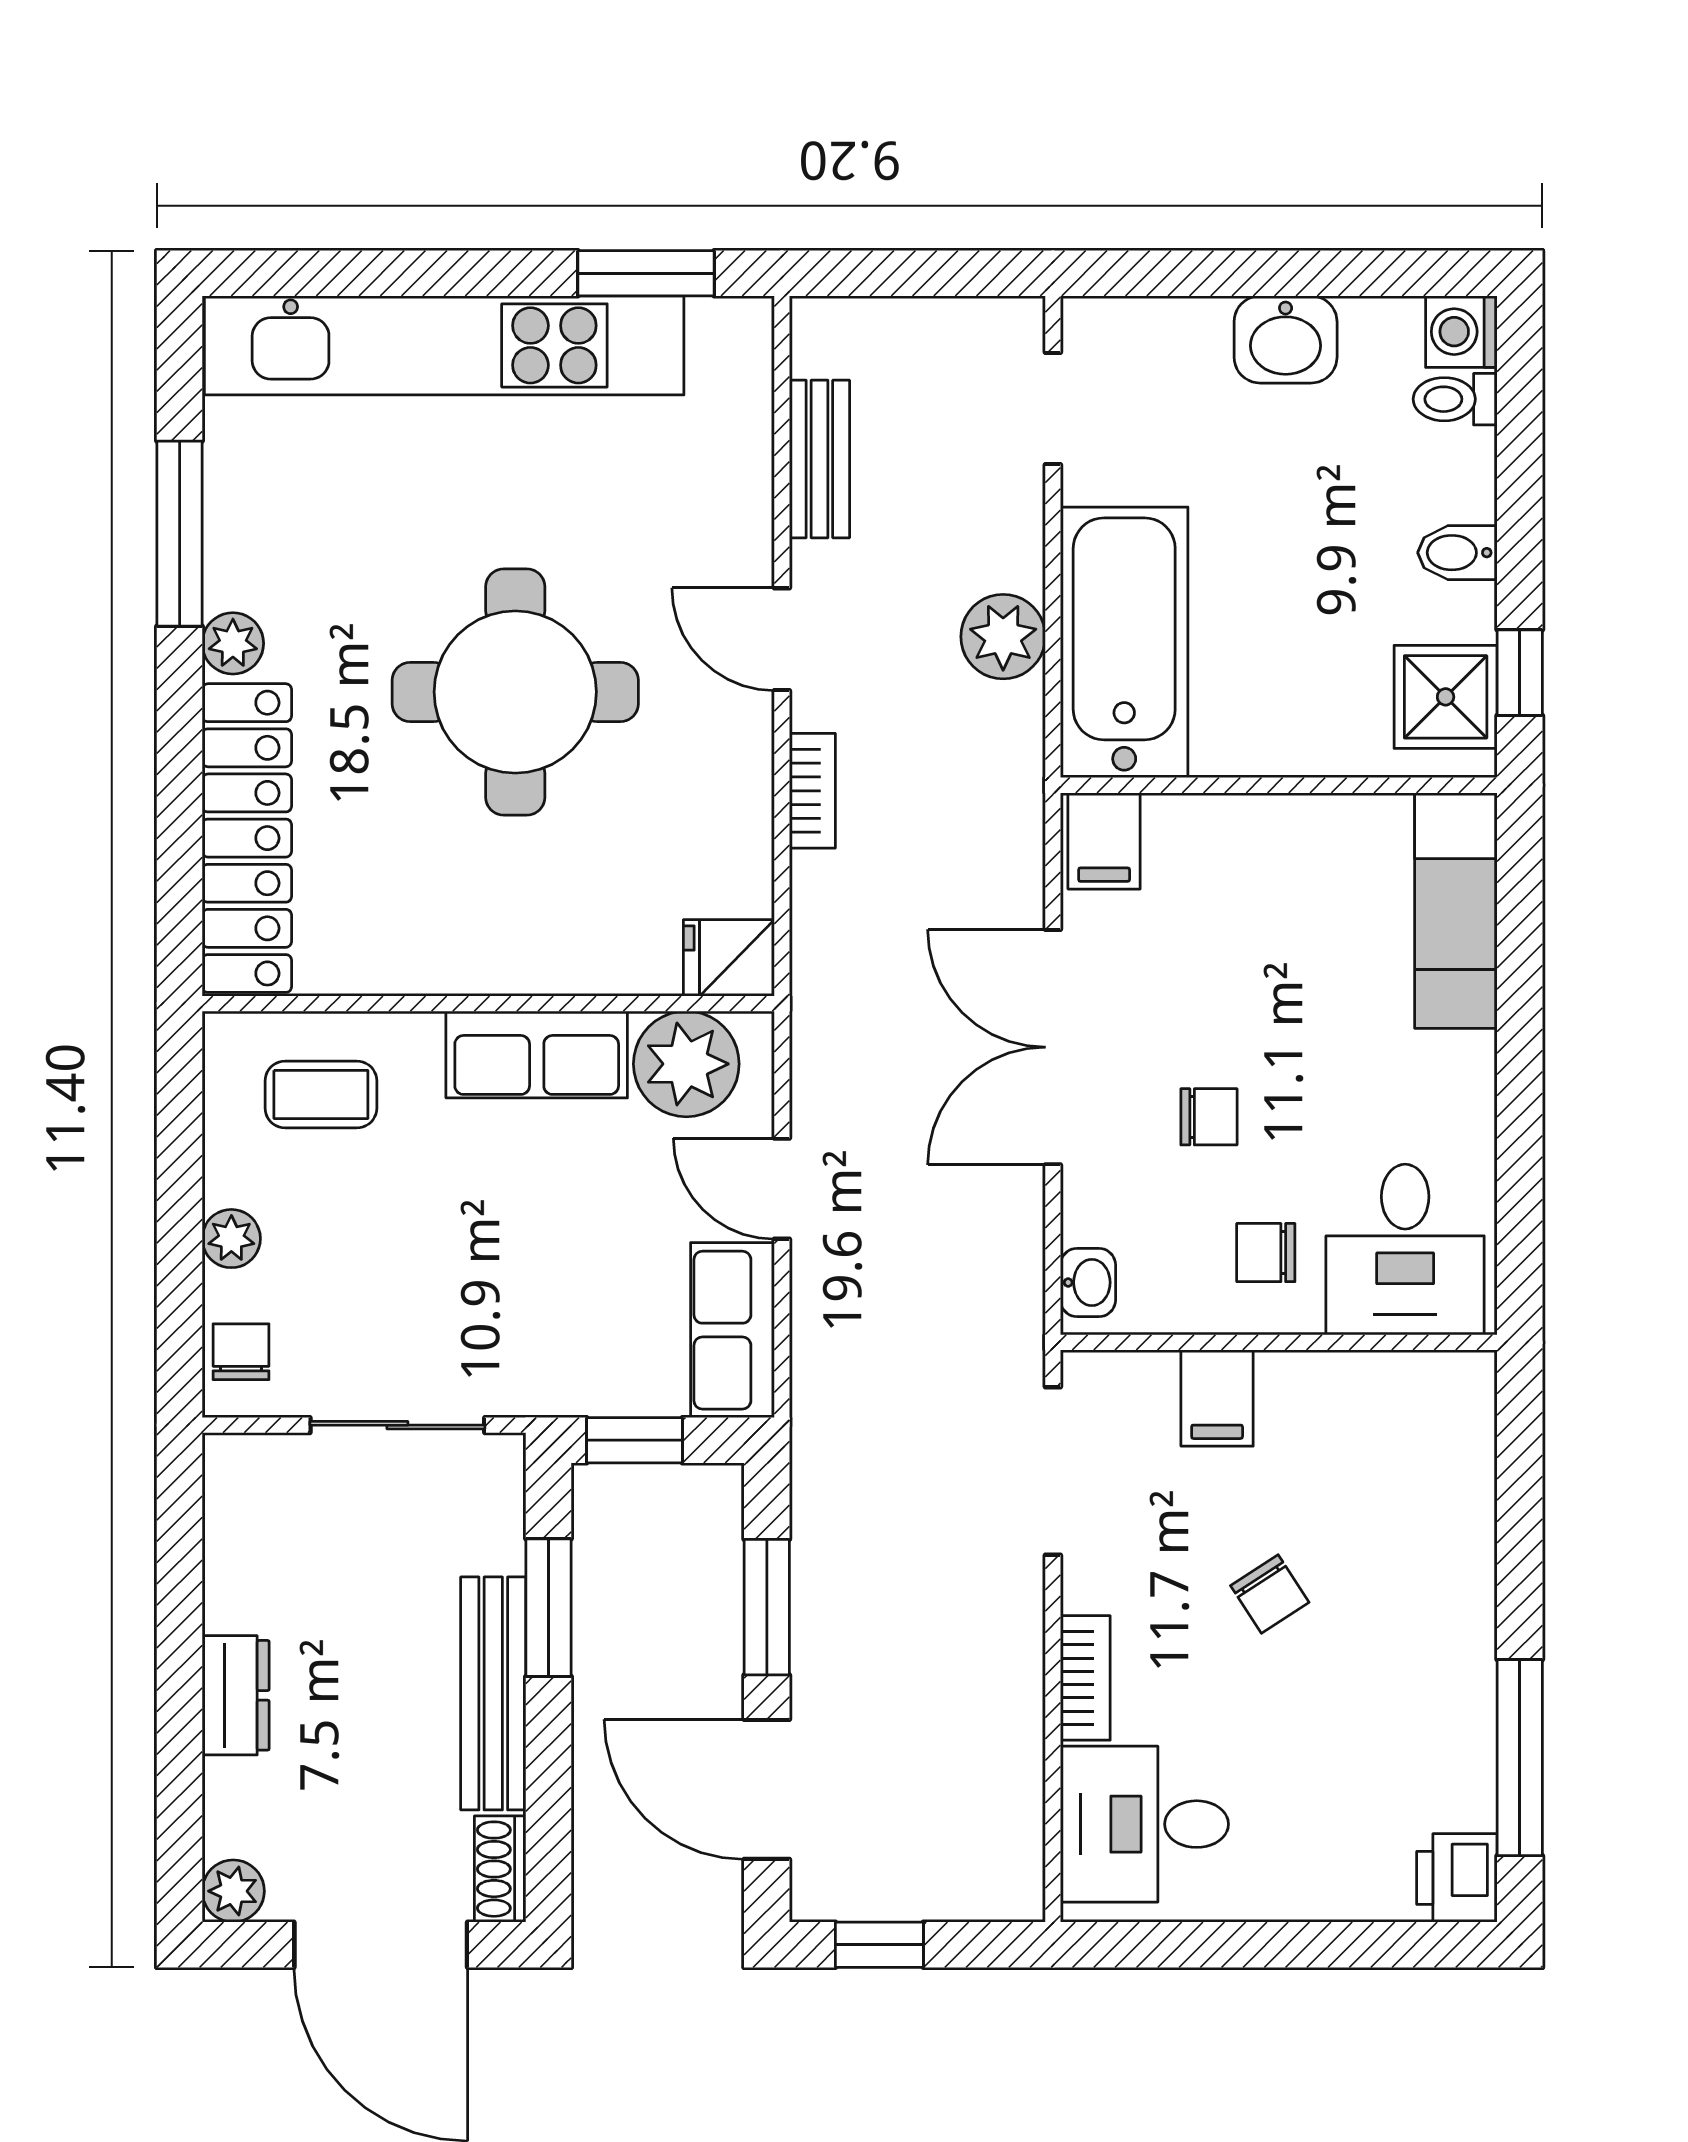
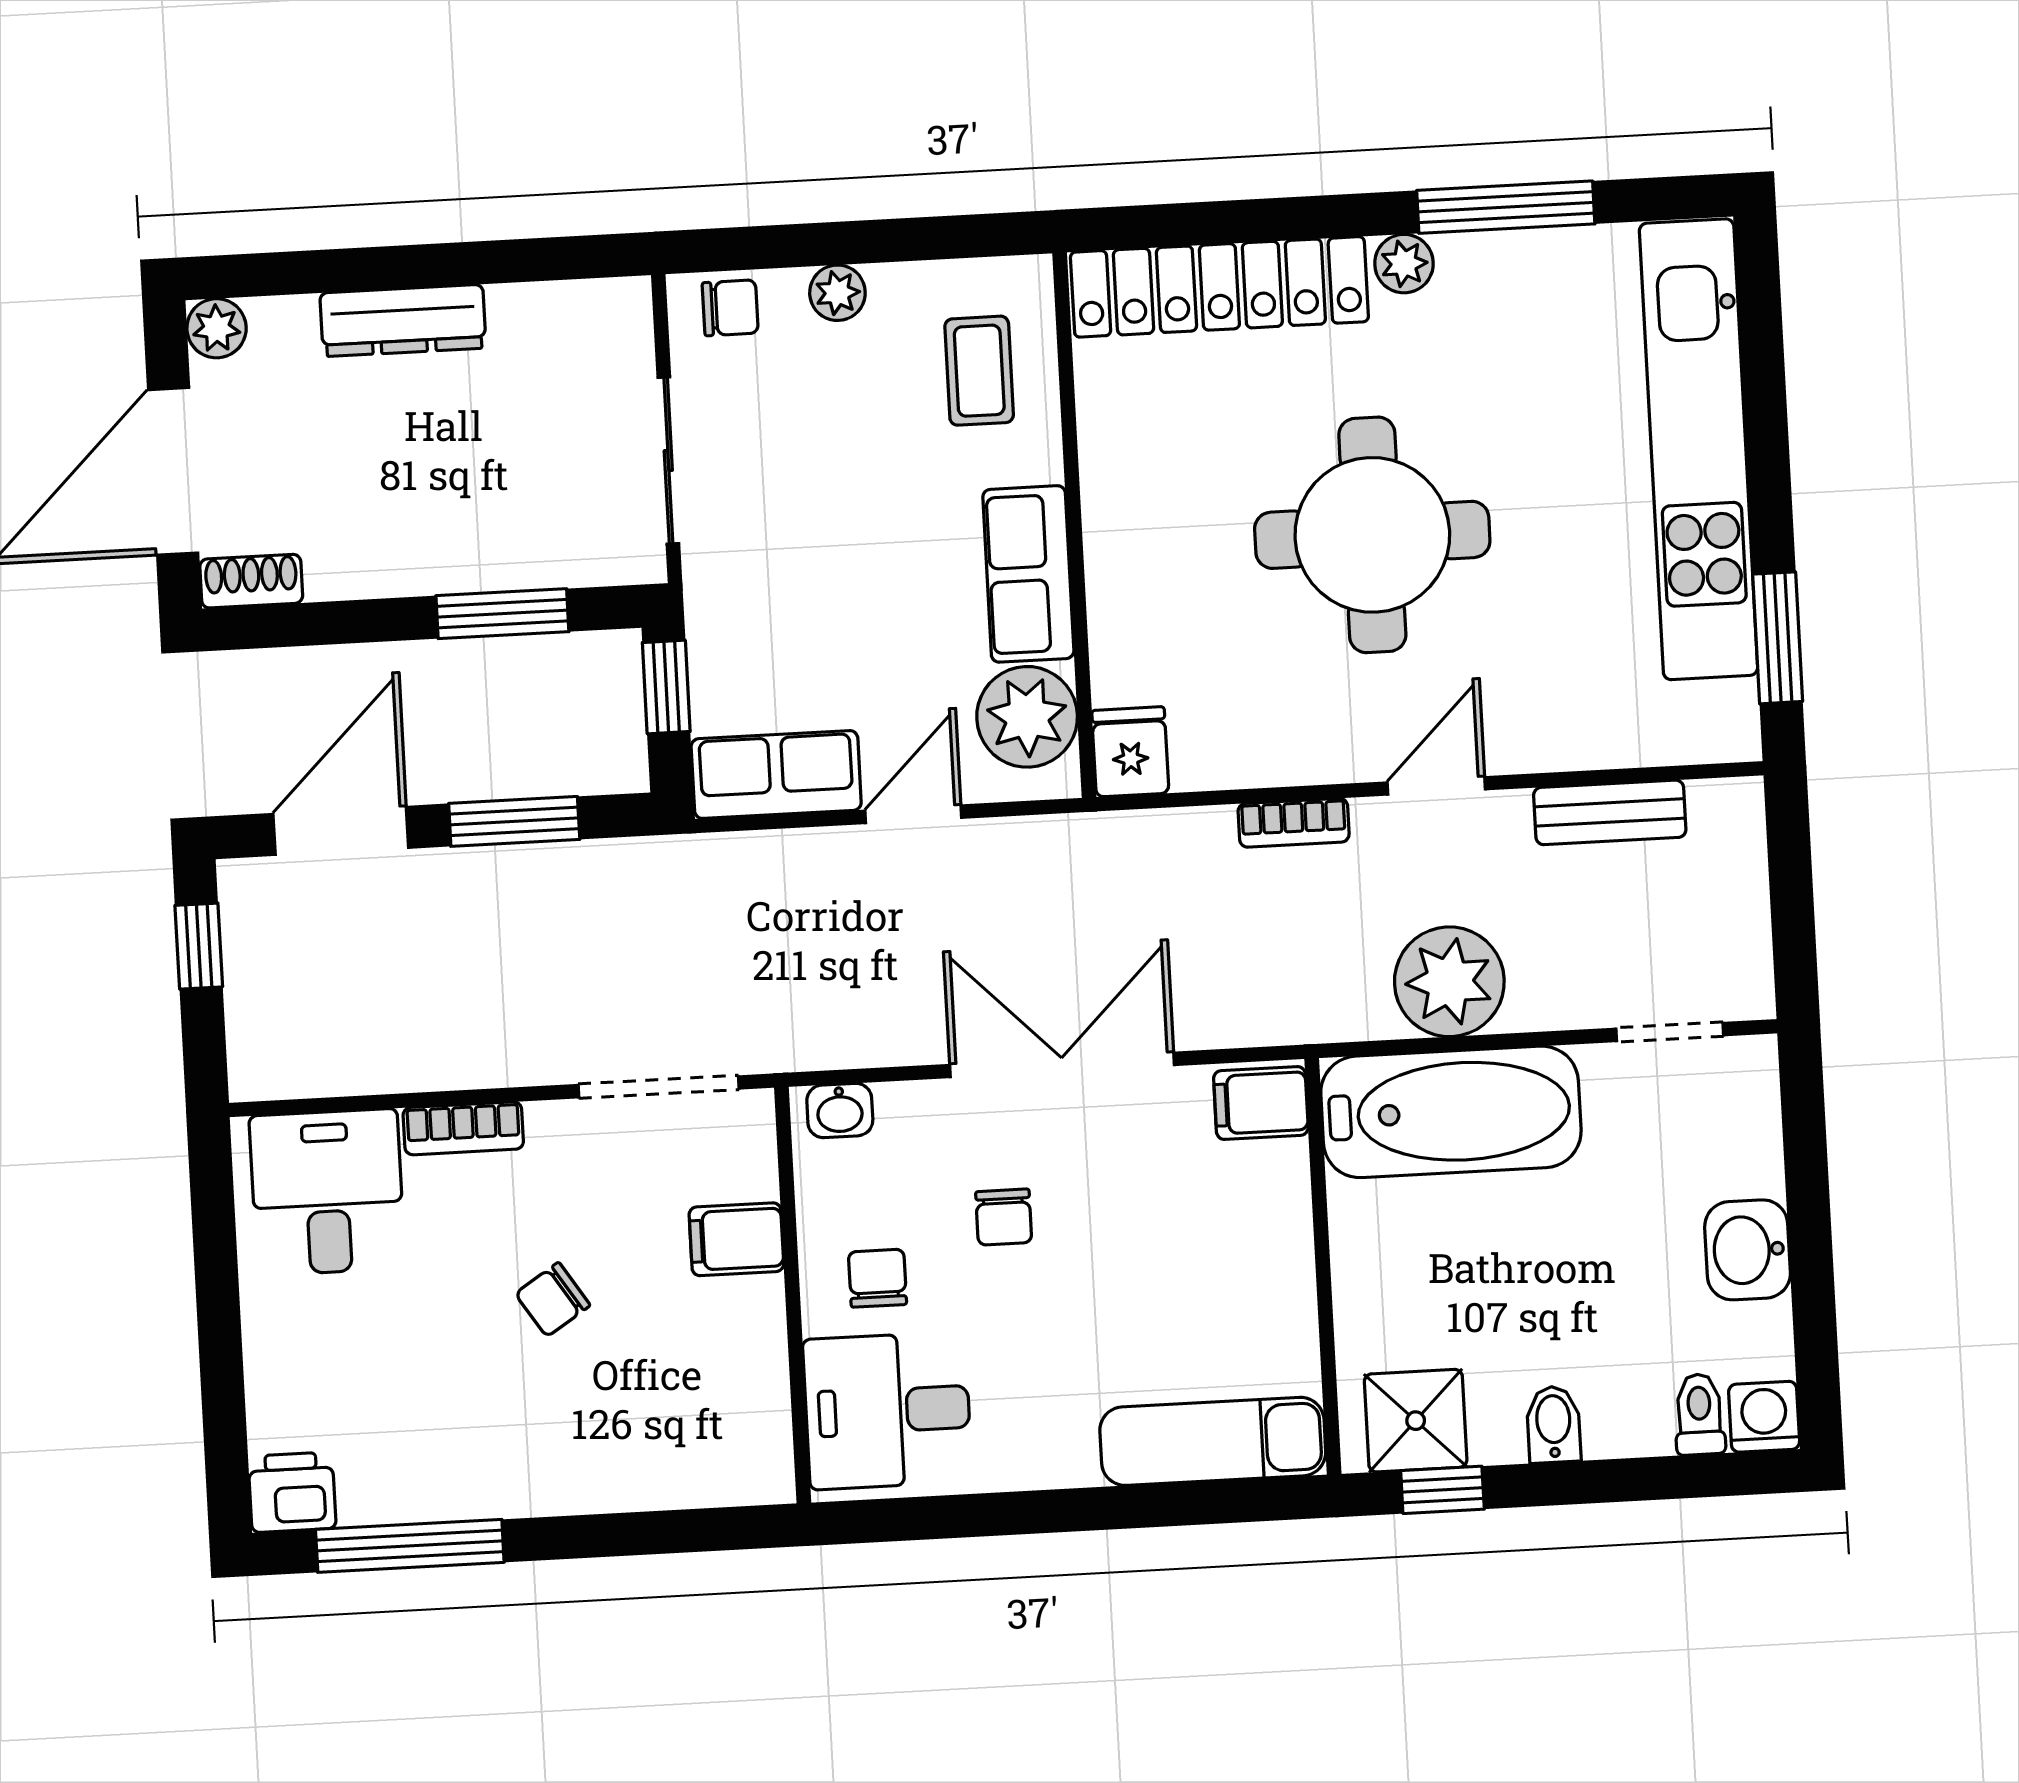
plant: (1003, 637) -> (1449, 982), width x1.36, depth x1.36
bench: (493, 1693) -> (418, 566), removed
dresser: (236, 1695) -> (403, 320), width x1.44

